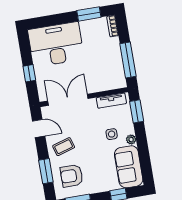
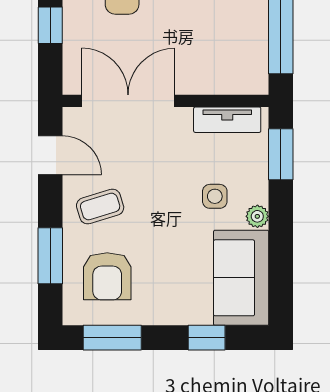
armchair: (72, 176) -> (107, 276), turned -90

